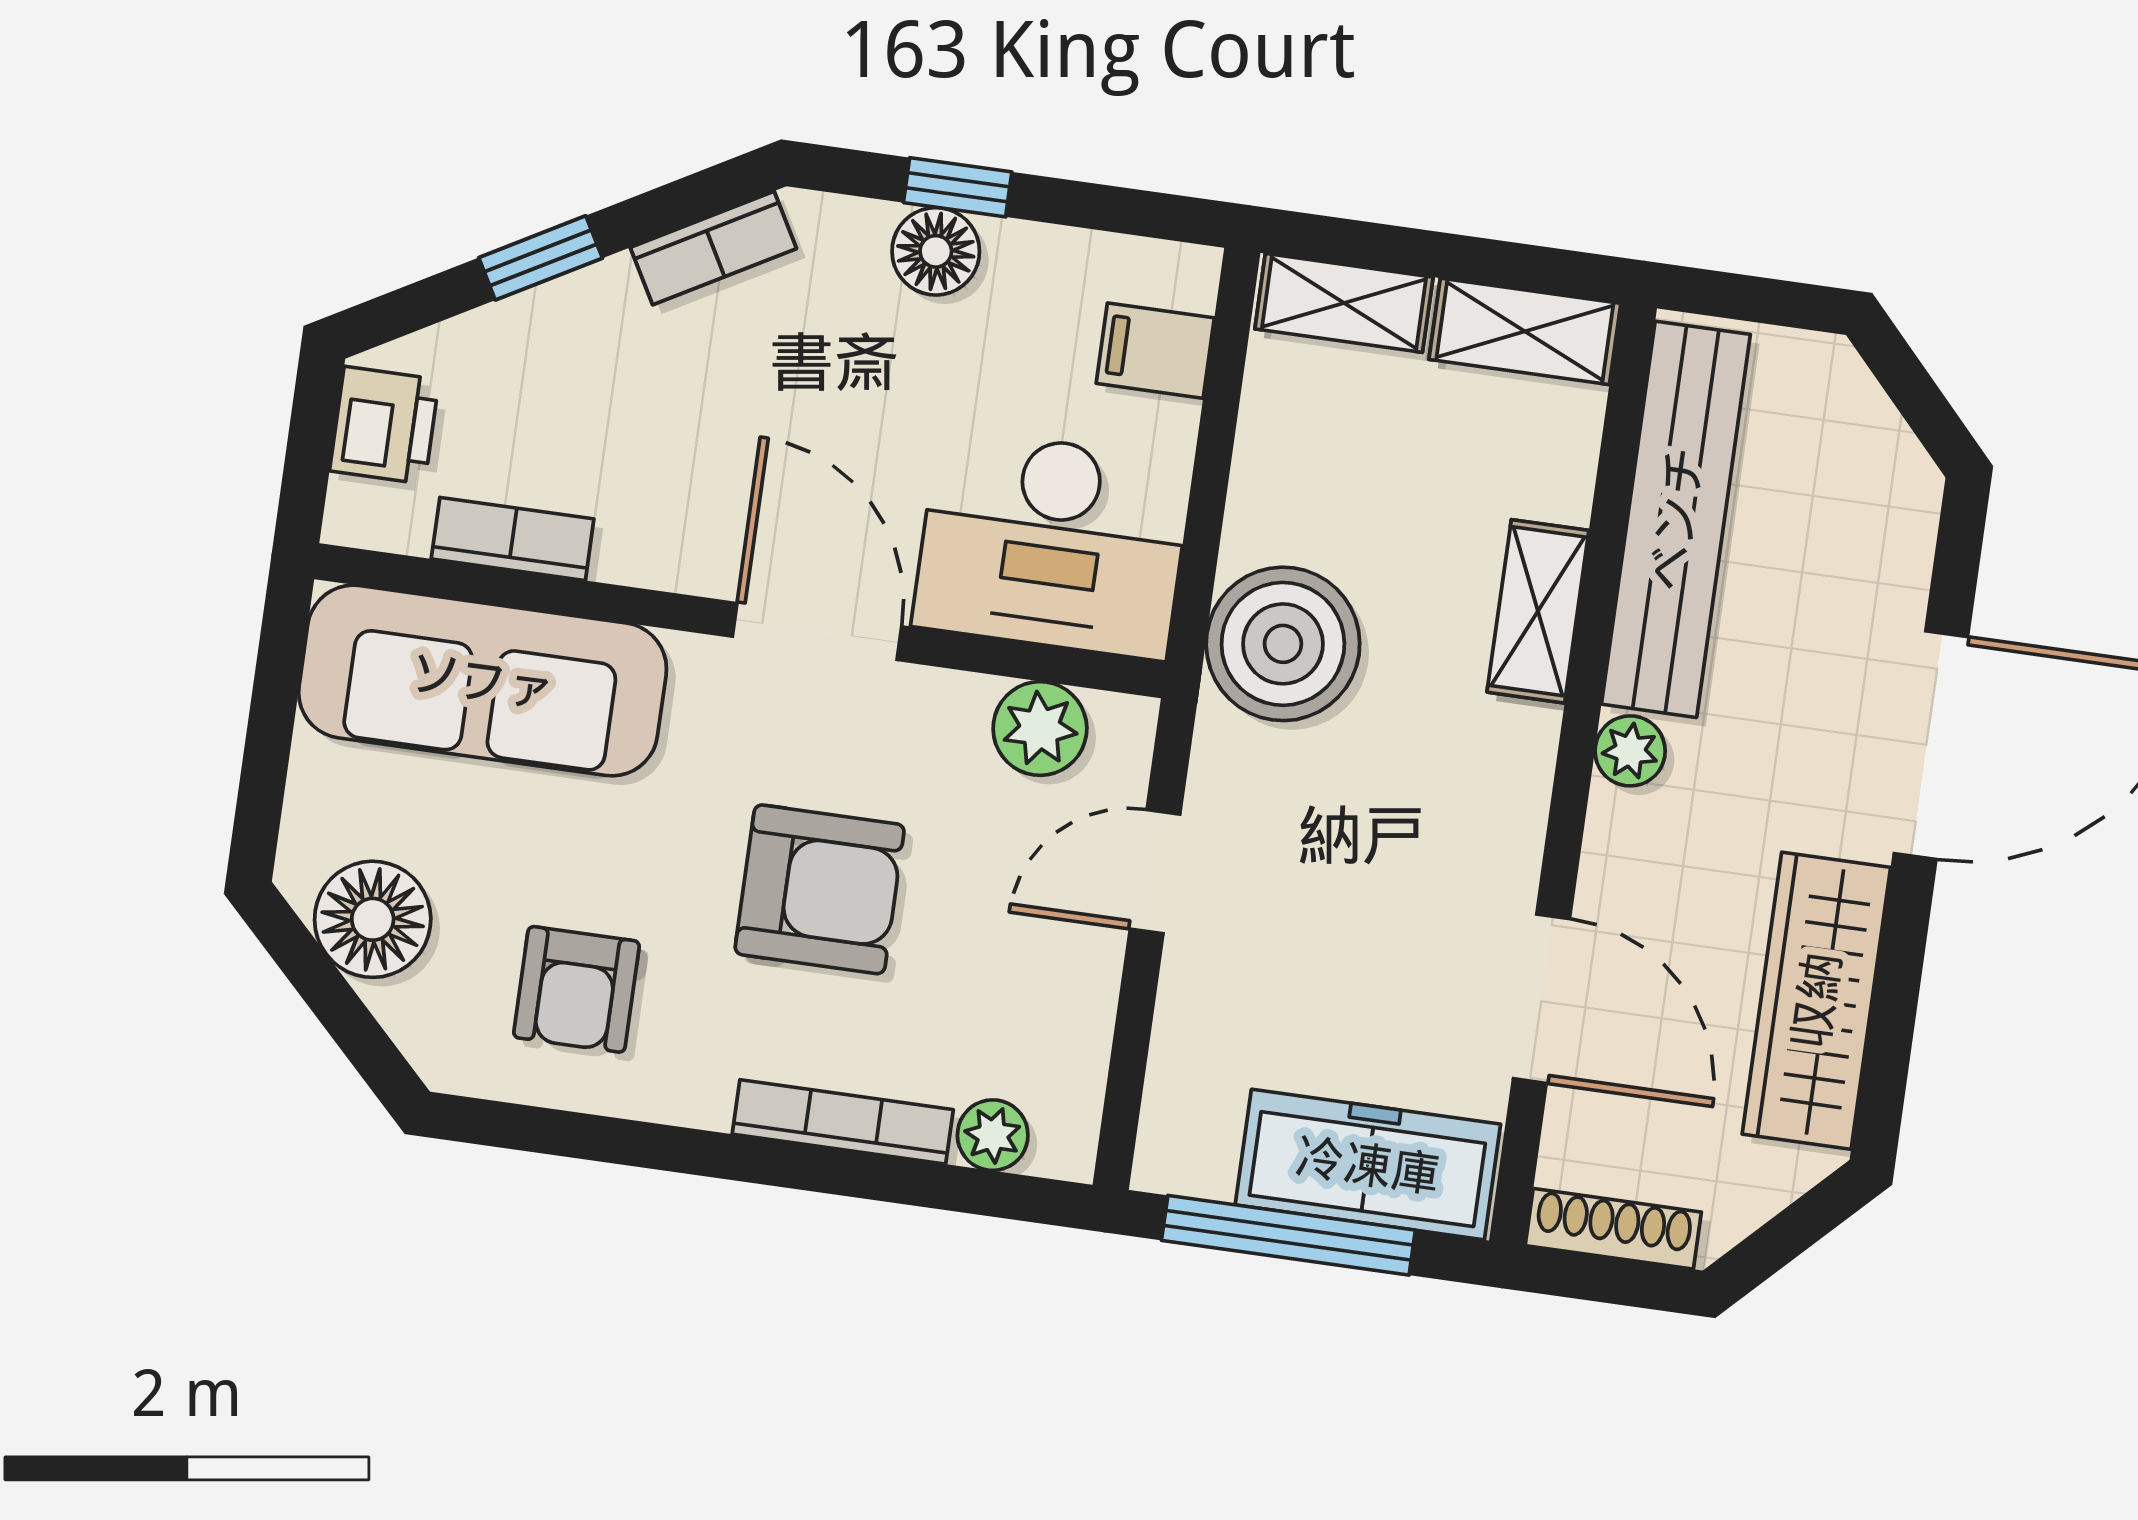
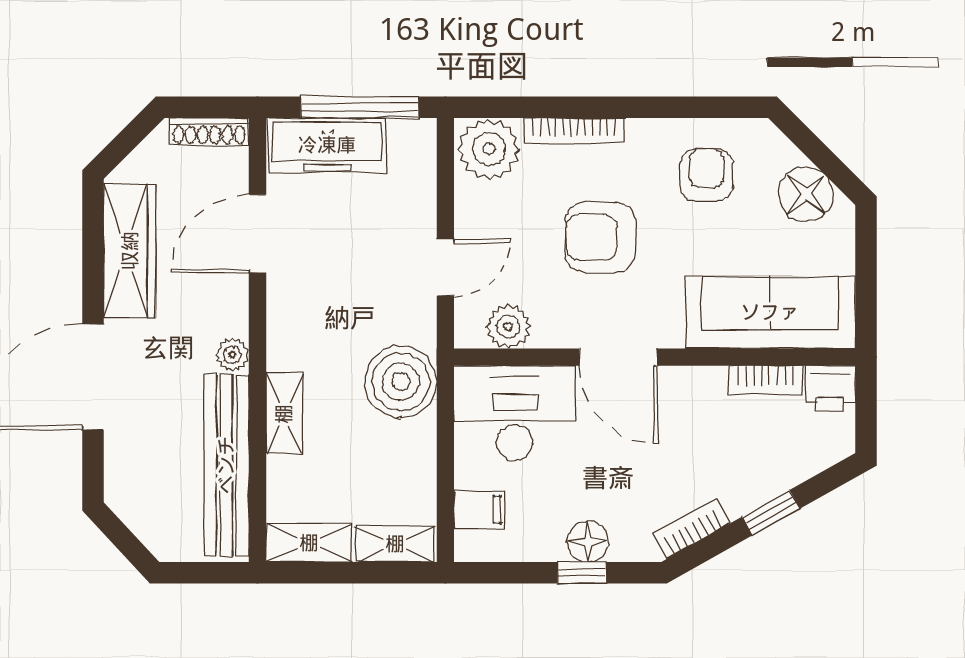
printer: (384, 425) -> (830, 388), moved, turned -90
door: (1541, 999) -> (257, 234), hinge flipped
plant: (993, 1135) -> (489, 149), width x1.88, depth x1.88

